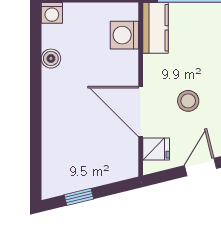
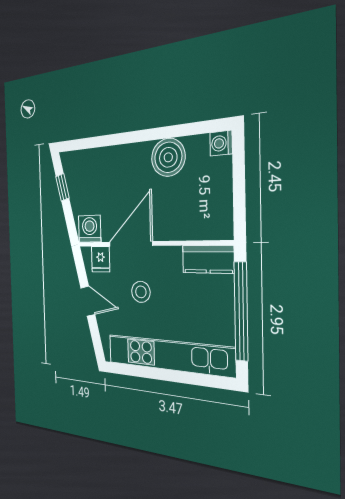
washing machine: (124, 35) -> (90, 229), moved
boiler: (51, 59) -> (168, 157), width x1.86, depth x1.86

